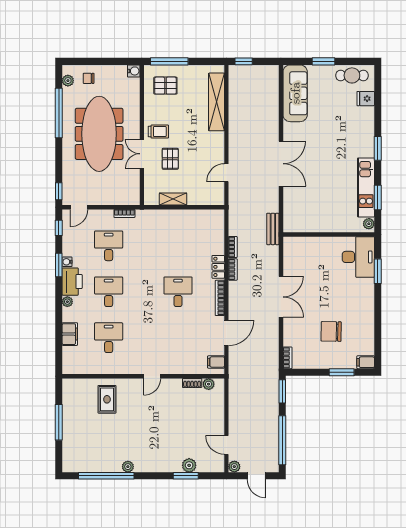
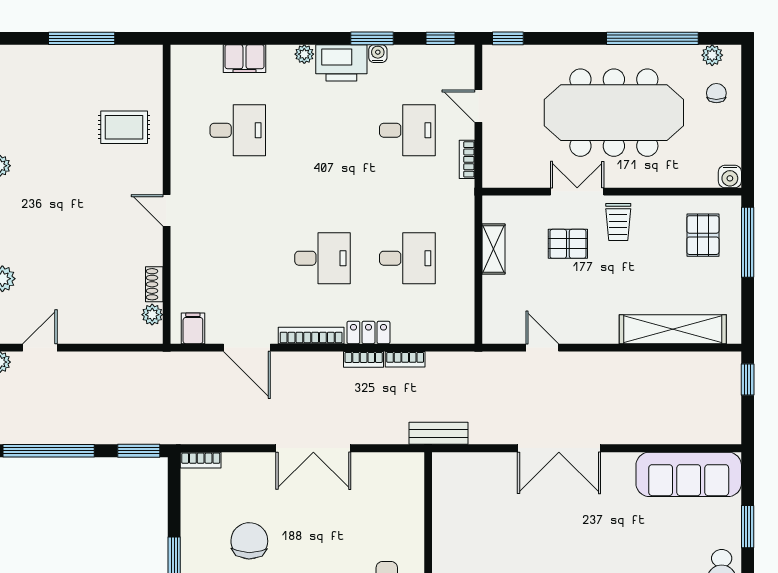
door: (79, 207) -> (478, 106), moved
desk: (109, 292) -> (407, 258), moved

